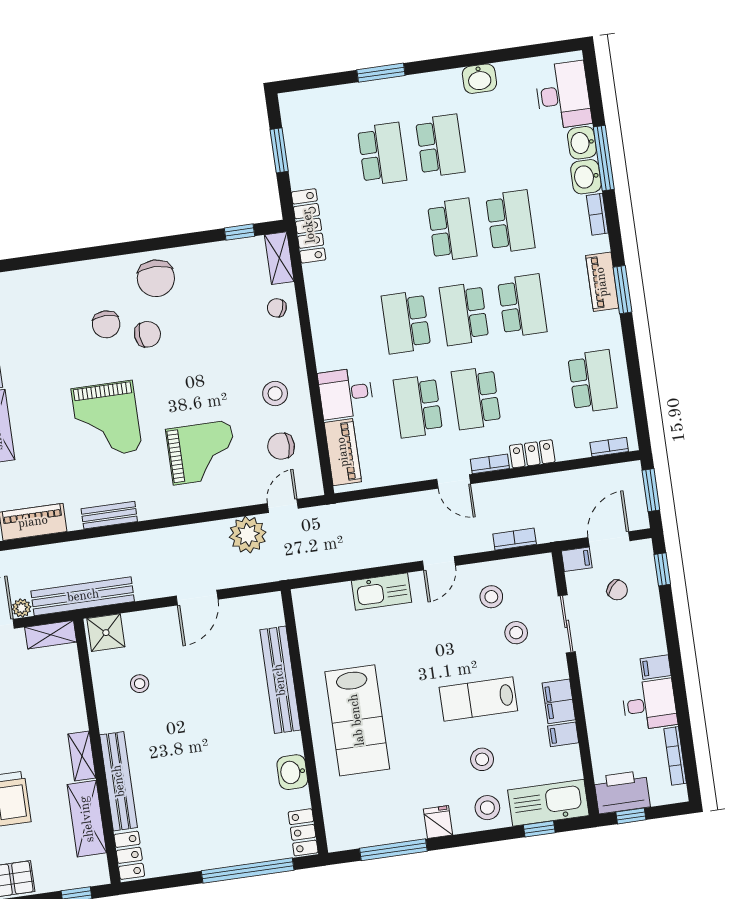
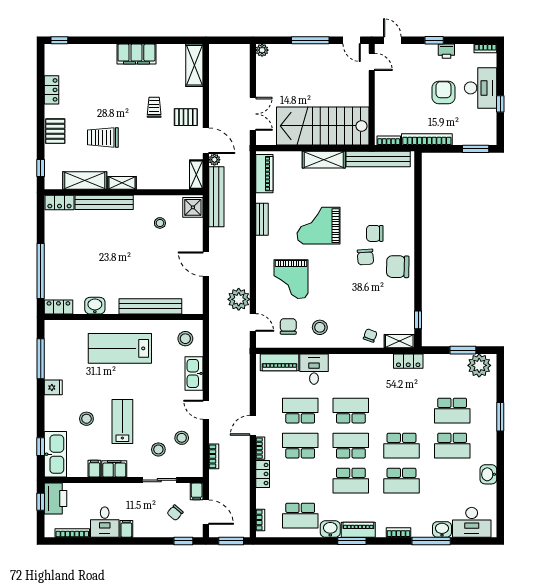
plant: (301, 120) -> (479, 365), added
washbasin: (586, 177) -> (330, 529), moved
locker: (309, 226) -> (408, 361), width x0.66
stool: (487, 808) -> (185, 339), moved

